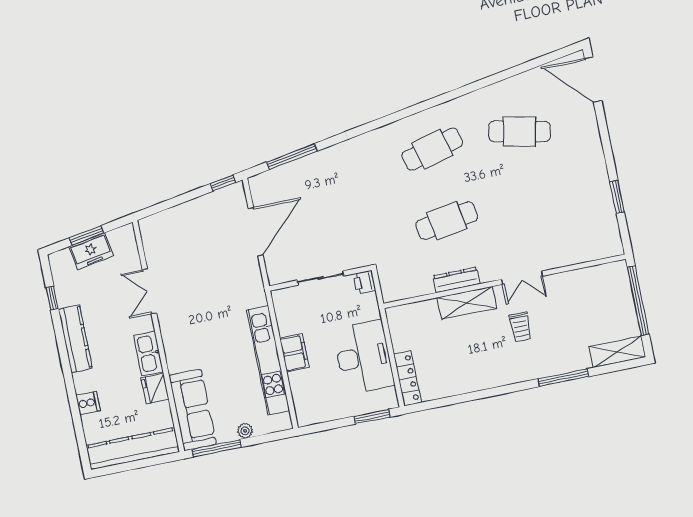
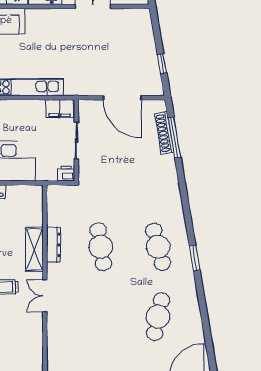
window: (437, 101) -> (195, 258), added
shoe rack: (289, 170) -> (164, 133), added
window: (223, 183) -> (162, 64), moved
filing cabinet: (294, 353) -> (60, 109), moved

